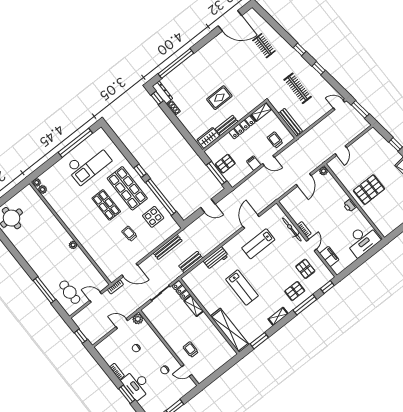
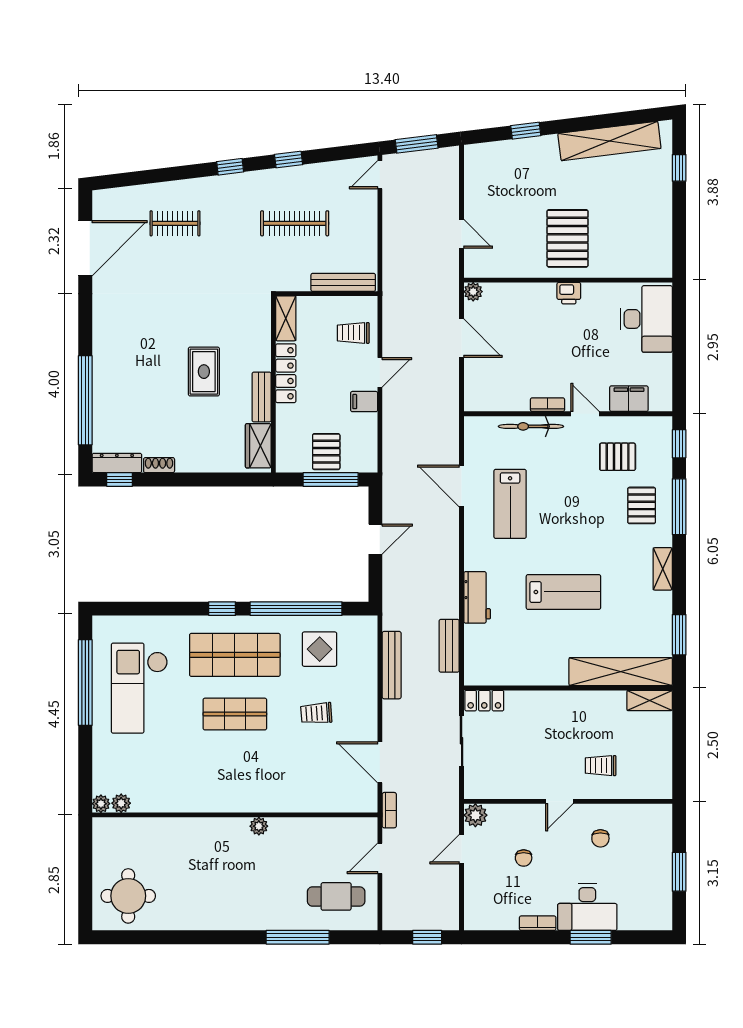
checkout: (89, 164) -> (139, 688), turned 180
door: (130, 270) -> (380, 762), swing flipped
shelving: (194, 306) -> (650, 700), moved
door: (187, 371) -> (559, 801), moved

